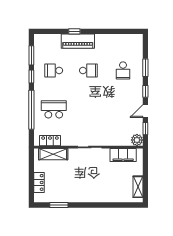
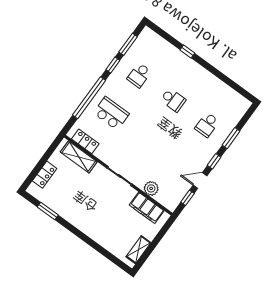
piano: (78, 41) -> (184, 64), removed
school desk: (54, 70) -> (139, 75), turned -90
plant: (137, 140) -> (151, 188), moved

